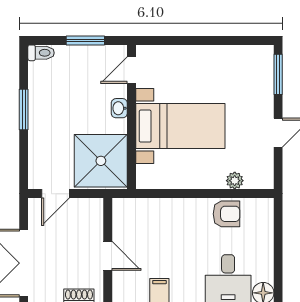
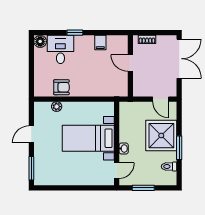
toilet: (41, 53) -> (169, 167), moved
shower: (101, 161) -> (161, 136), moved
door: (56, 194) -> (161, 99), swing flipped
armchair: (227, 214) -> (61, 87), turned 180

